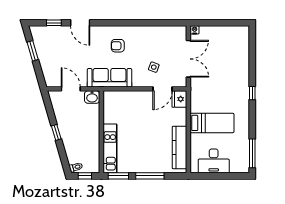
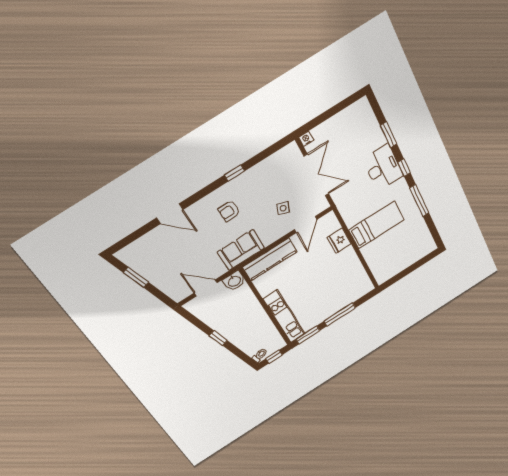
window: (54, 23) -> (235, 173), moved
window: (252, 62) -> (389, 135), added
sofa: (109, 78) -> (241, 250), width x0.73
fridge: (179, 99) -> (339, 241), moved
kitchen counter: (179, 148) -> (270, 259), moved, turned -90
window: (252, 153) -> (419, 200), moved
desk: (214, 161) -> (383, 168), moved, turned -90

